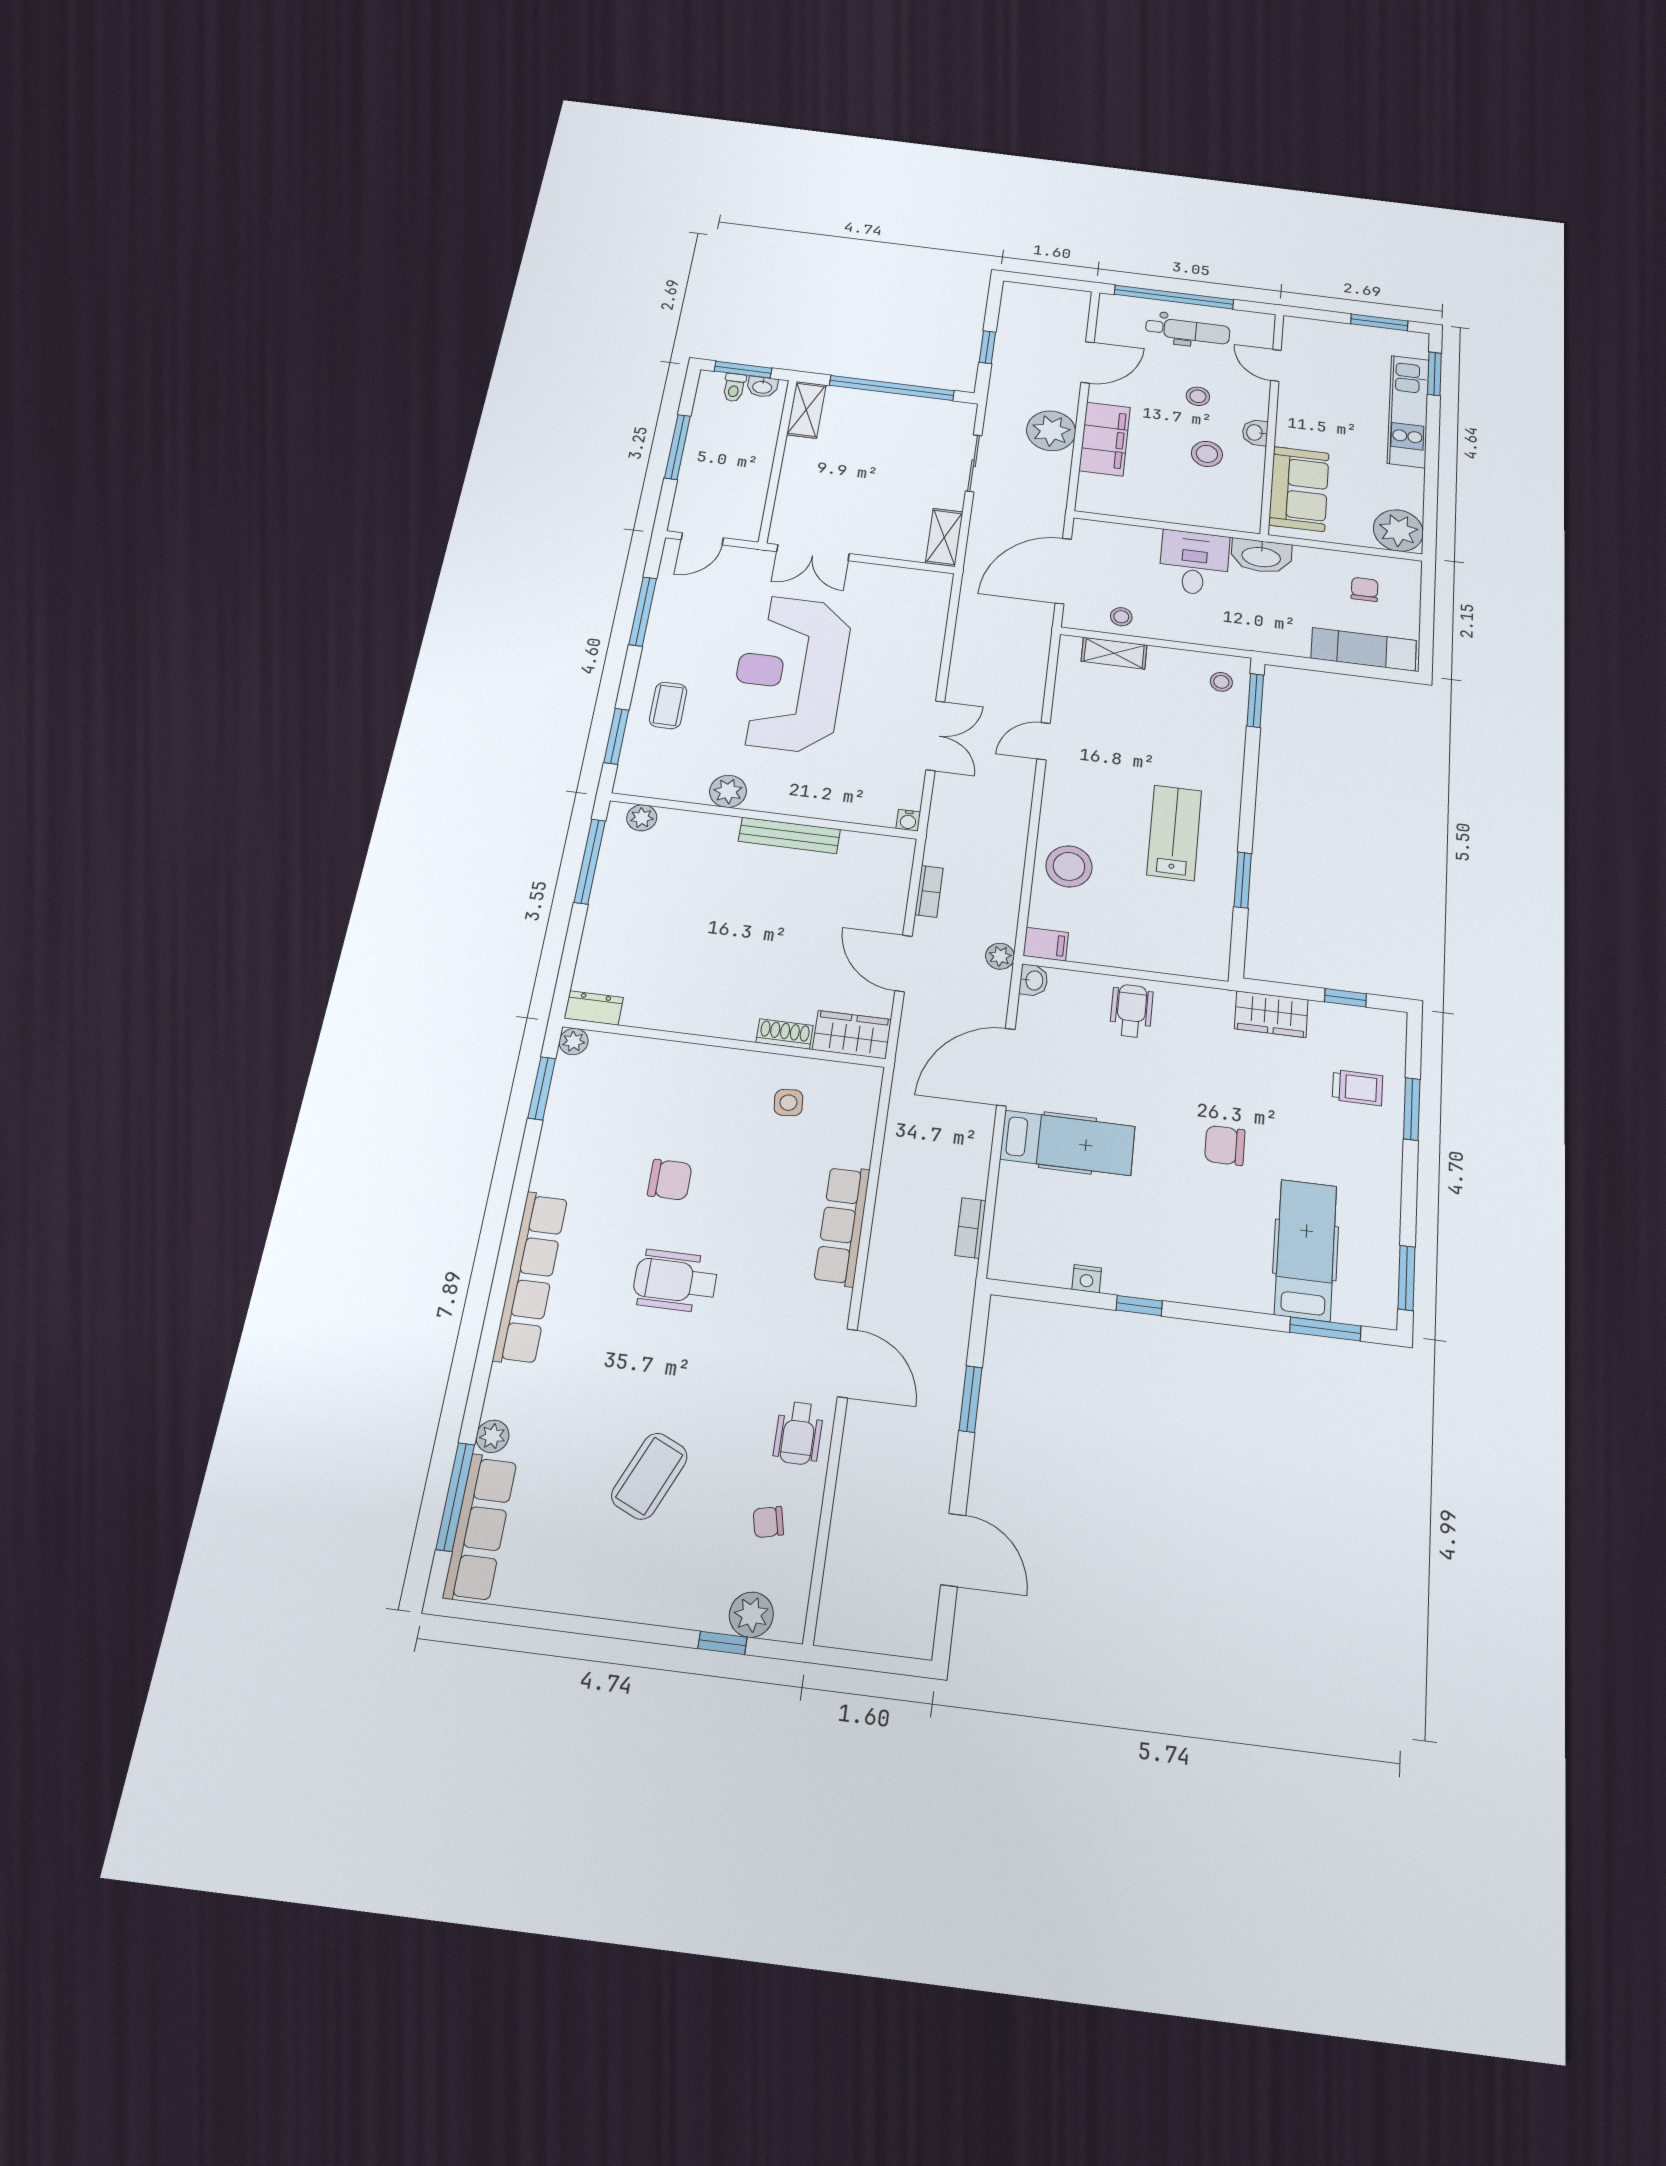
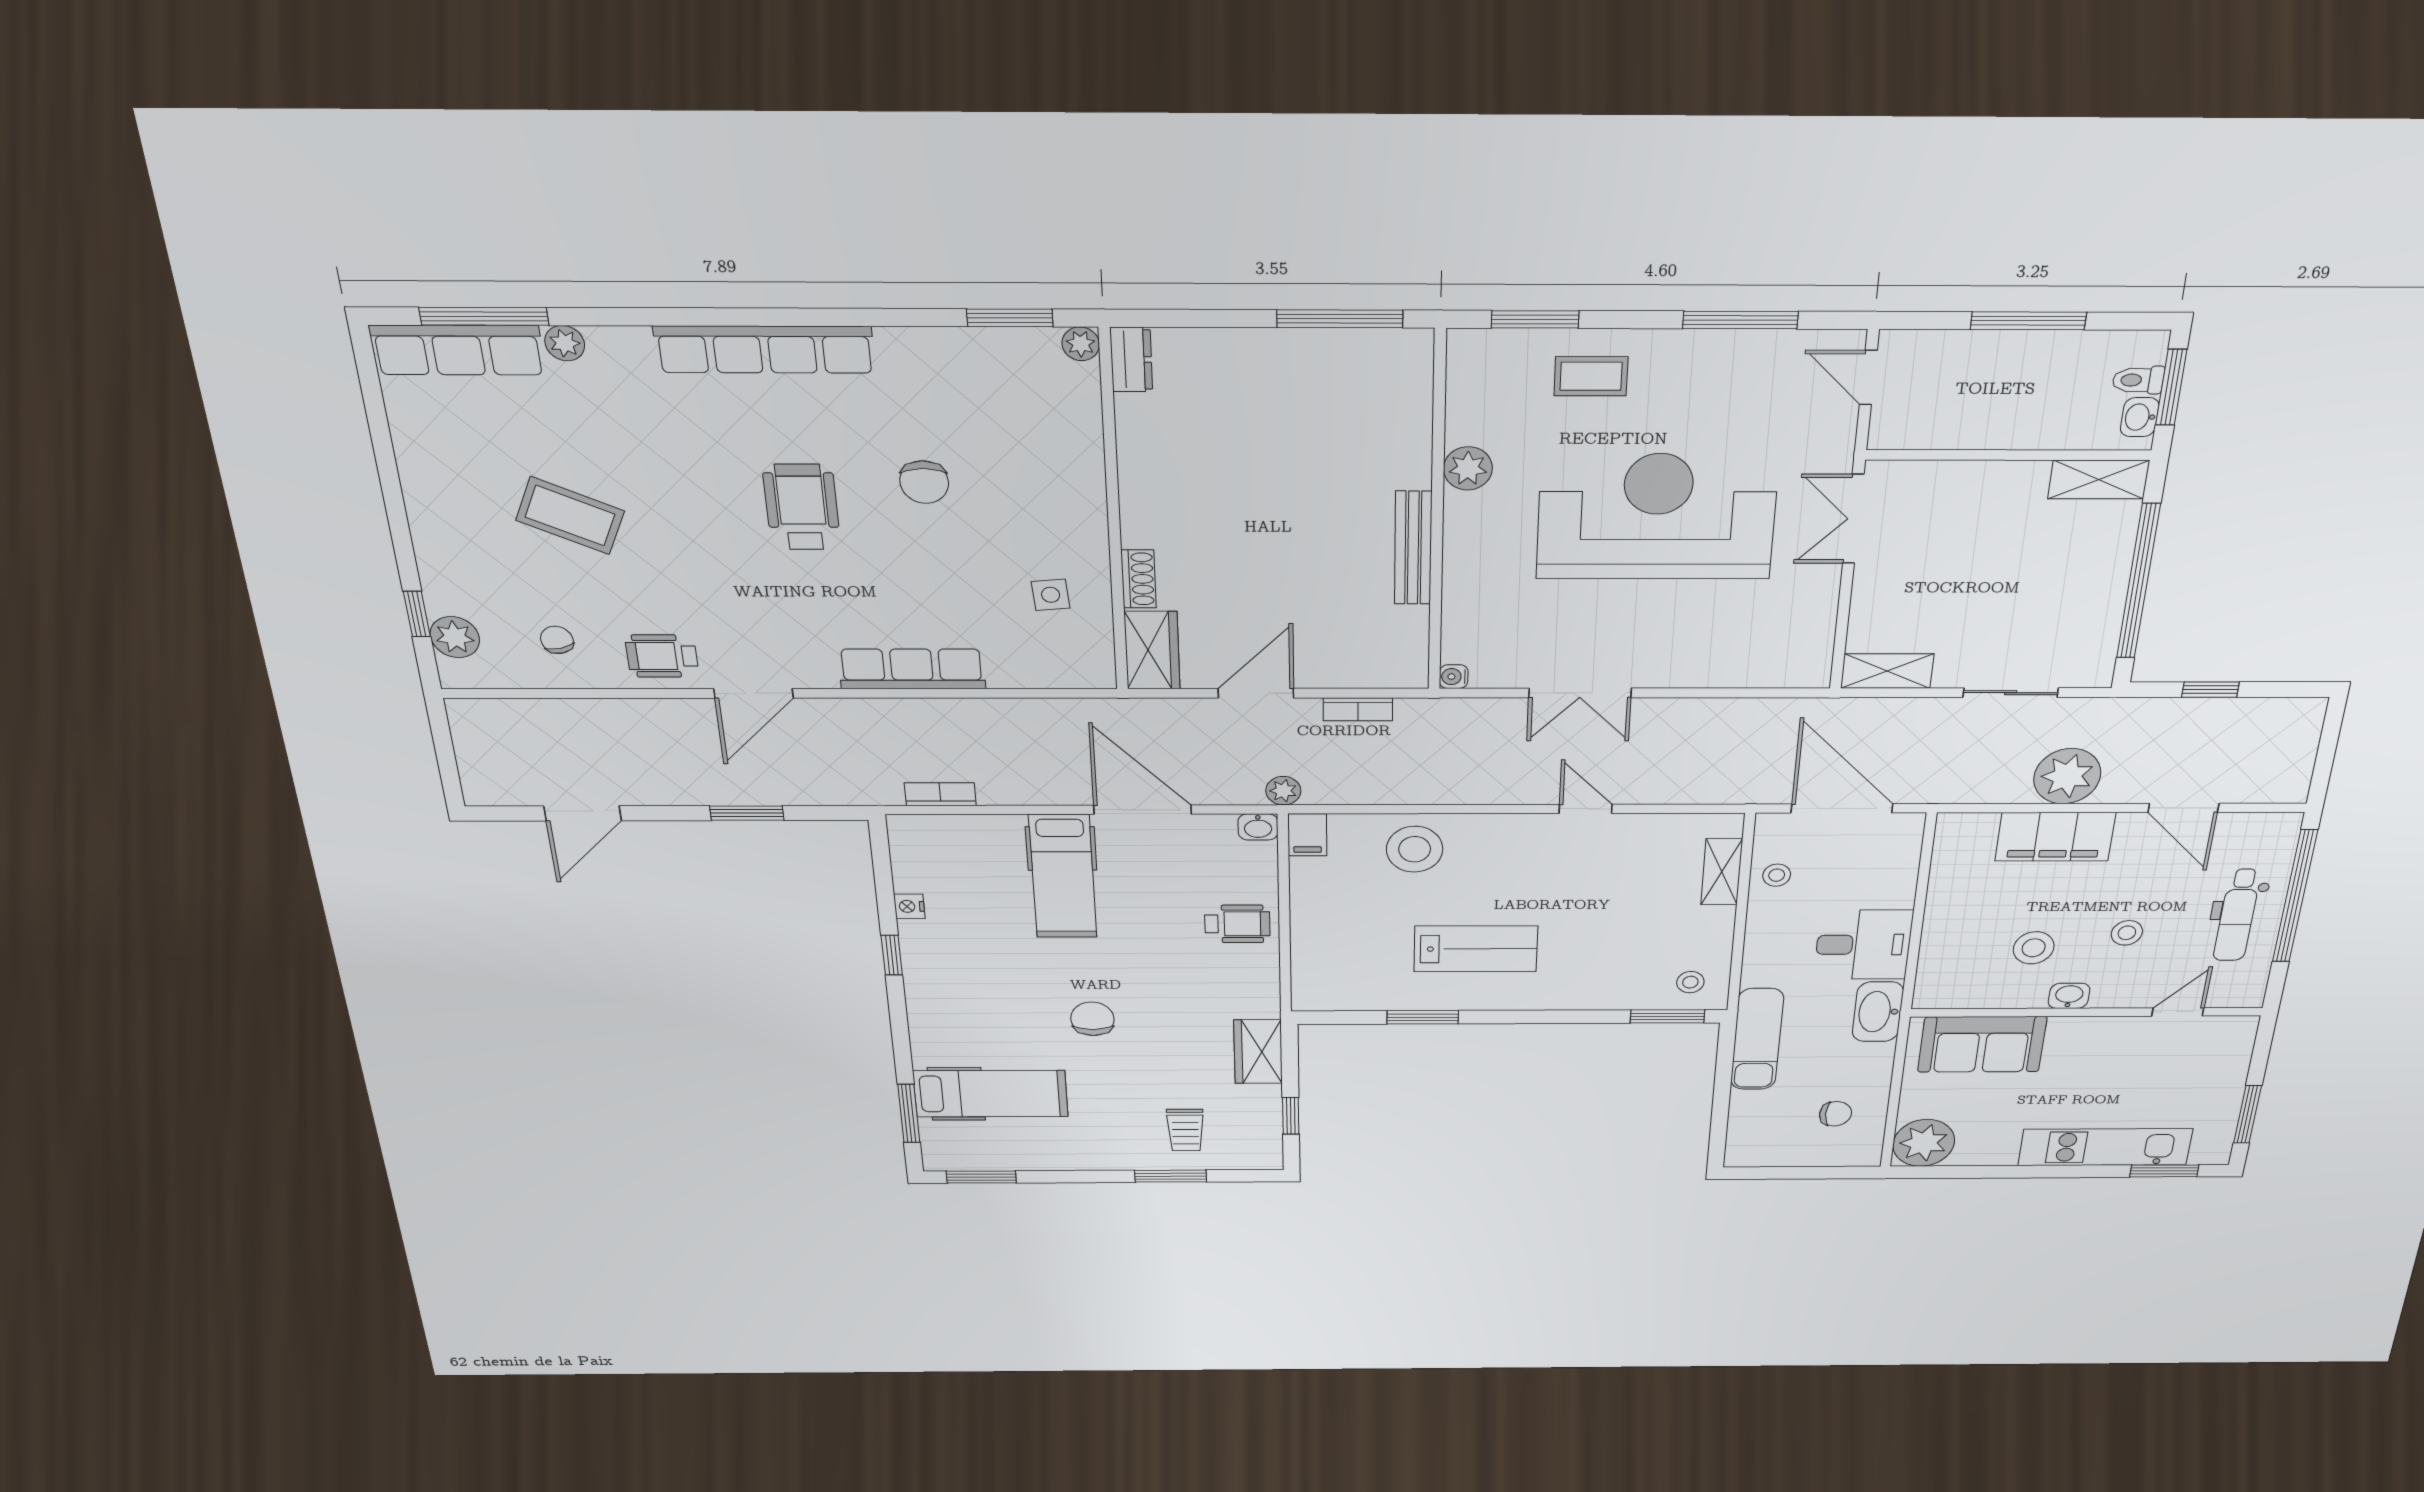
exam couch: (1364, 649) -> (1757, 1039), moved
plant: (642, 818) -> (1414, 371), removed

